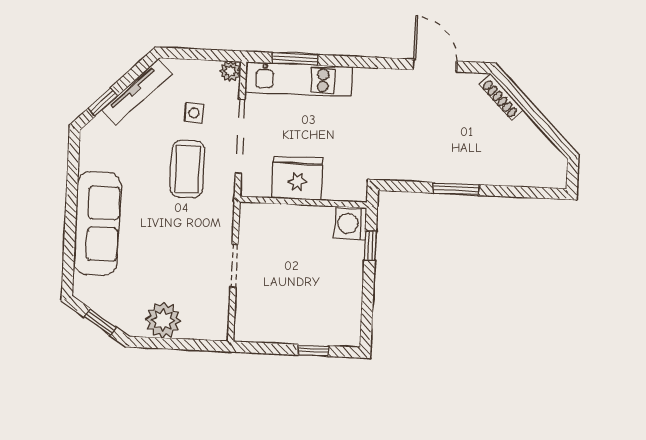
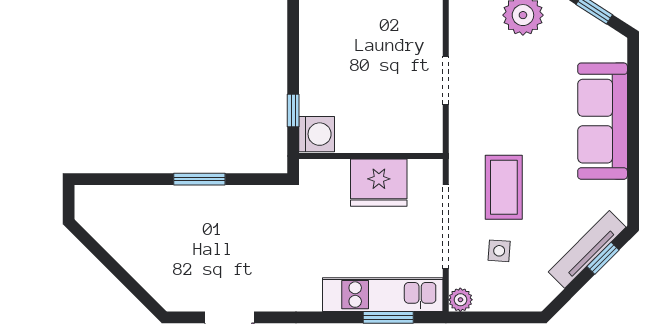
tv unit: (137, 92) -> (587, 249), moved
shoe rack: (501, 97) -> (153, 285), removed

